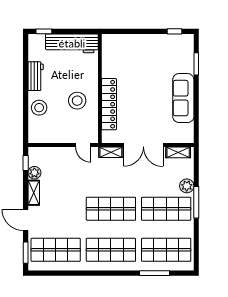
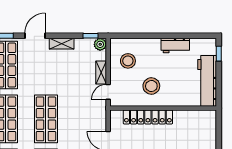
stool: (39, 108) -> (128, 61), moved
shelving: (111, 152) -> (101, 73), moved
plant: (34, 173) -> (100, 44), moved

